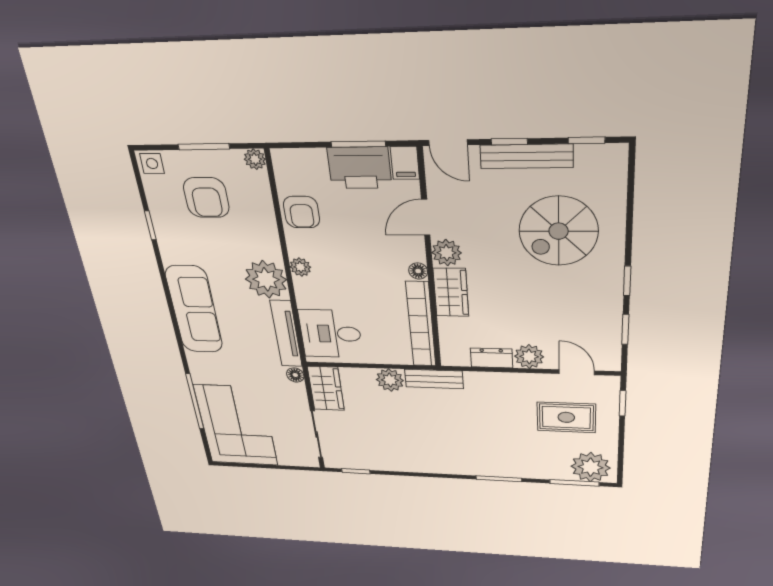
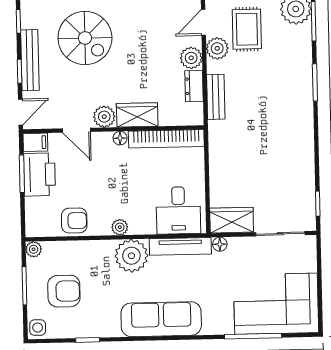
bench: (434, 379) -> (216, 97), moved
plant: (390, 380) -> (217, 48), moved

